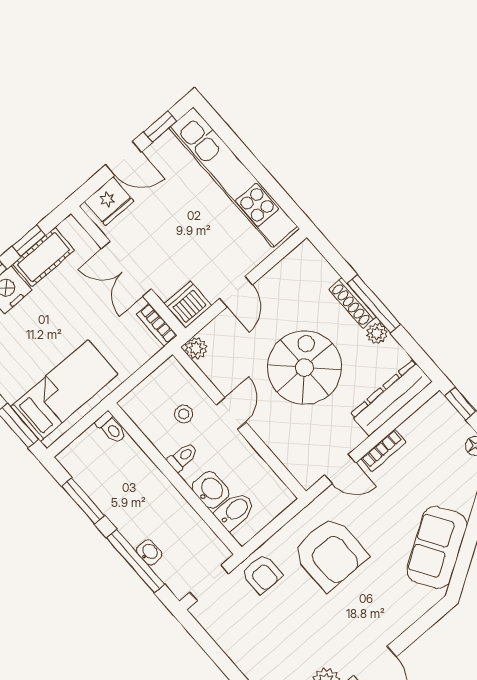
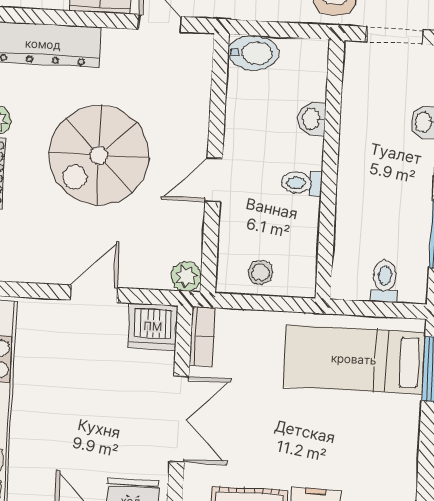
stool: (184, 414) -> (260, 273), moved
toilet: (111, 428) -> (385, 281), moved
washbasin: (210, 490) -> (312, 119), width x0.72, depth x0.69
bidet: (235, 511) -> (253, 53), moved, turned 180

